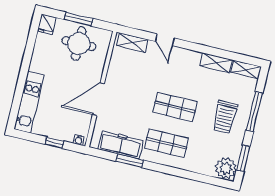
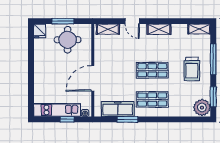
shelving: (216, 63) -> (159, 29), moved
kitchen unit: (29, 102) -> (57, 110), moved, turned -90

